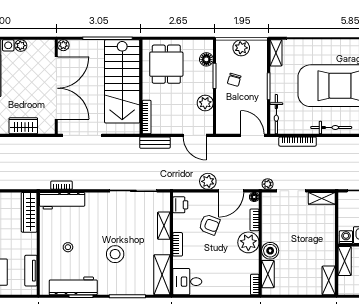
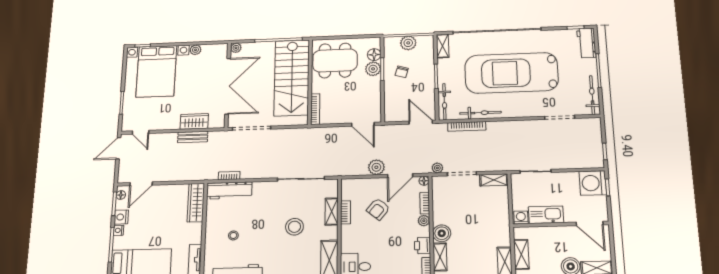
dining table: (166, 64) -> (335, 60), width x1.37
plant: (205, 103) -> (373, 69), moved
bicycle: (331, 128) -> (480, 113), moved
bench: (155, 143) -> (193, 137), moved
printer: (180, 205) -> (422, 245), moved, turned 180
armchair: (209, 225) -> (378, 209), turned 110
plant: (248, 242) -> (424, 221), width x0.53, depth x0.53
bookcase: (178, 244) -> (346, 212), moved
stool: (115, 254) -> (294, 227), moved
shelving: (345, 261) -> (521, 254), moved

